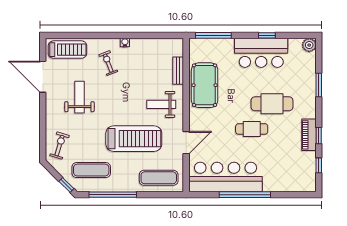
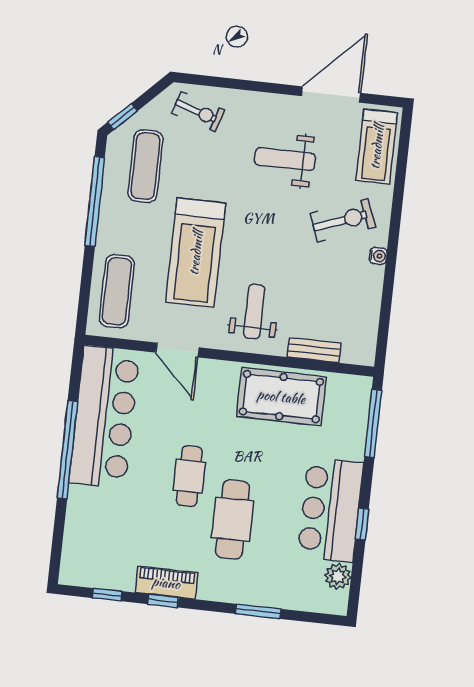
plant: (309, 45) -> (338, 576), moved
exercise bike: (108, 63) -> (343, 220), width x1.38, depth x1.39
weight bench: (79, 97) -> (285, 159), turned 180

